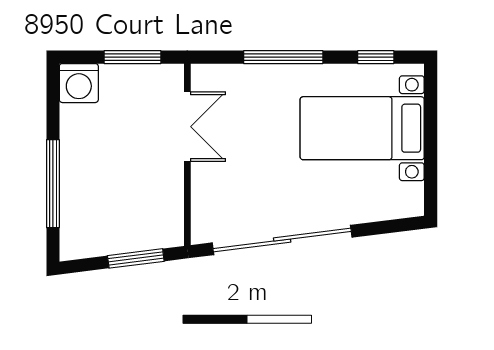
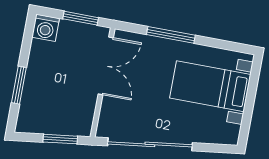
window: (376, 57) -> (226, 45), removed
double door: (187, 127) -> (106, 66), width x1.37
window: (53, 184) -> (19, 85), width x0.69

